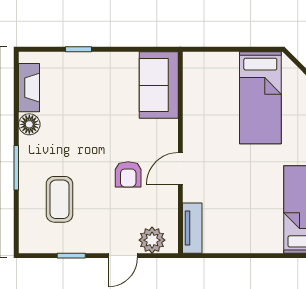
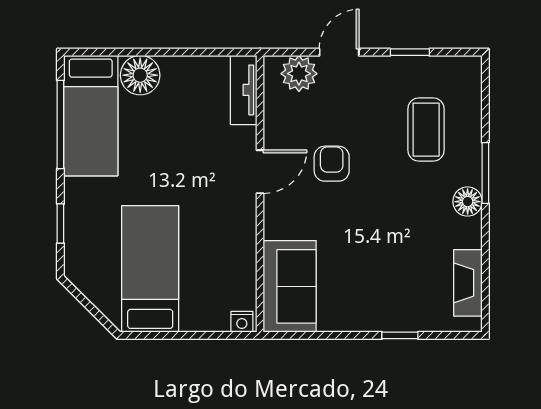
nightstand: (194, 59) -> (242, 322), added
floor lamp: (29, 124) -> (468, 202), moved
floor lamp: (268, 239) -> (140, 75), added

